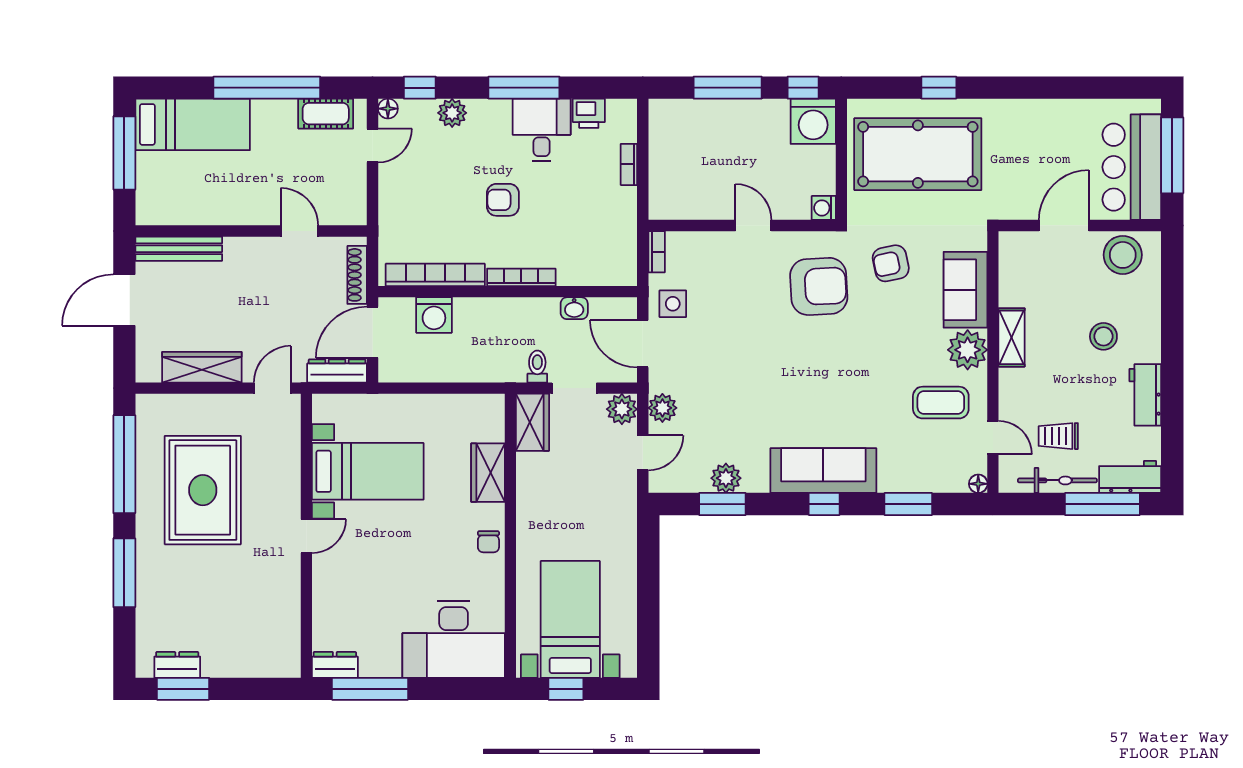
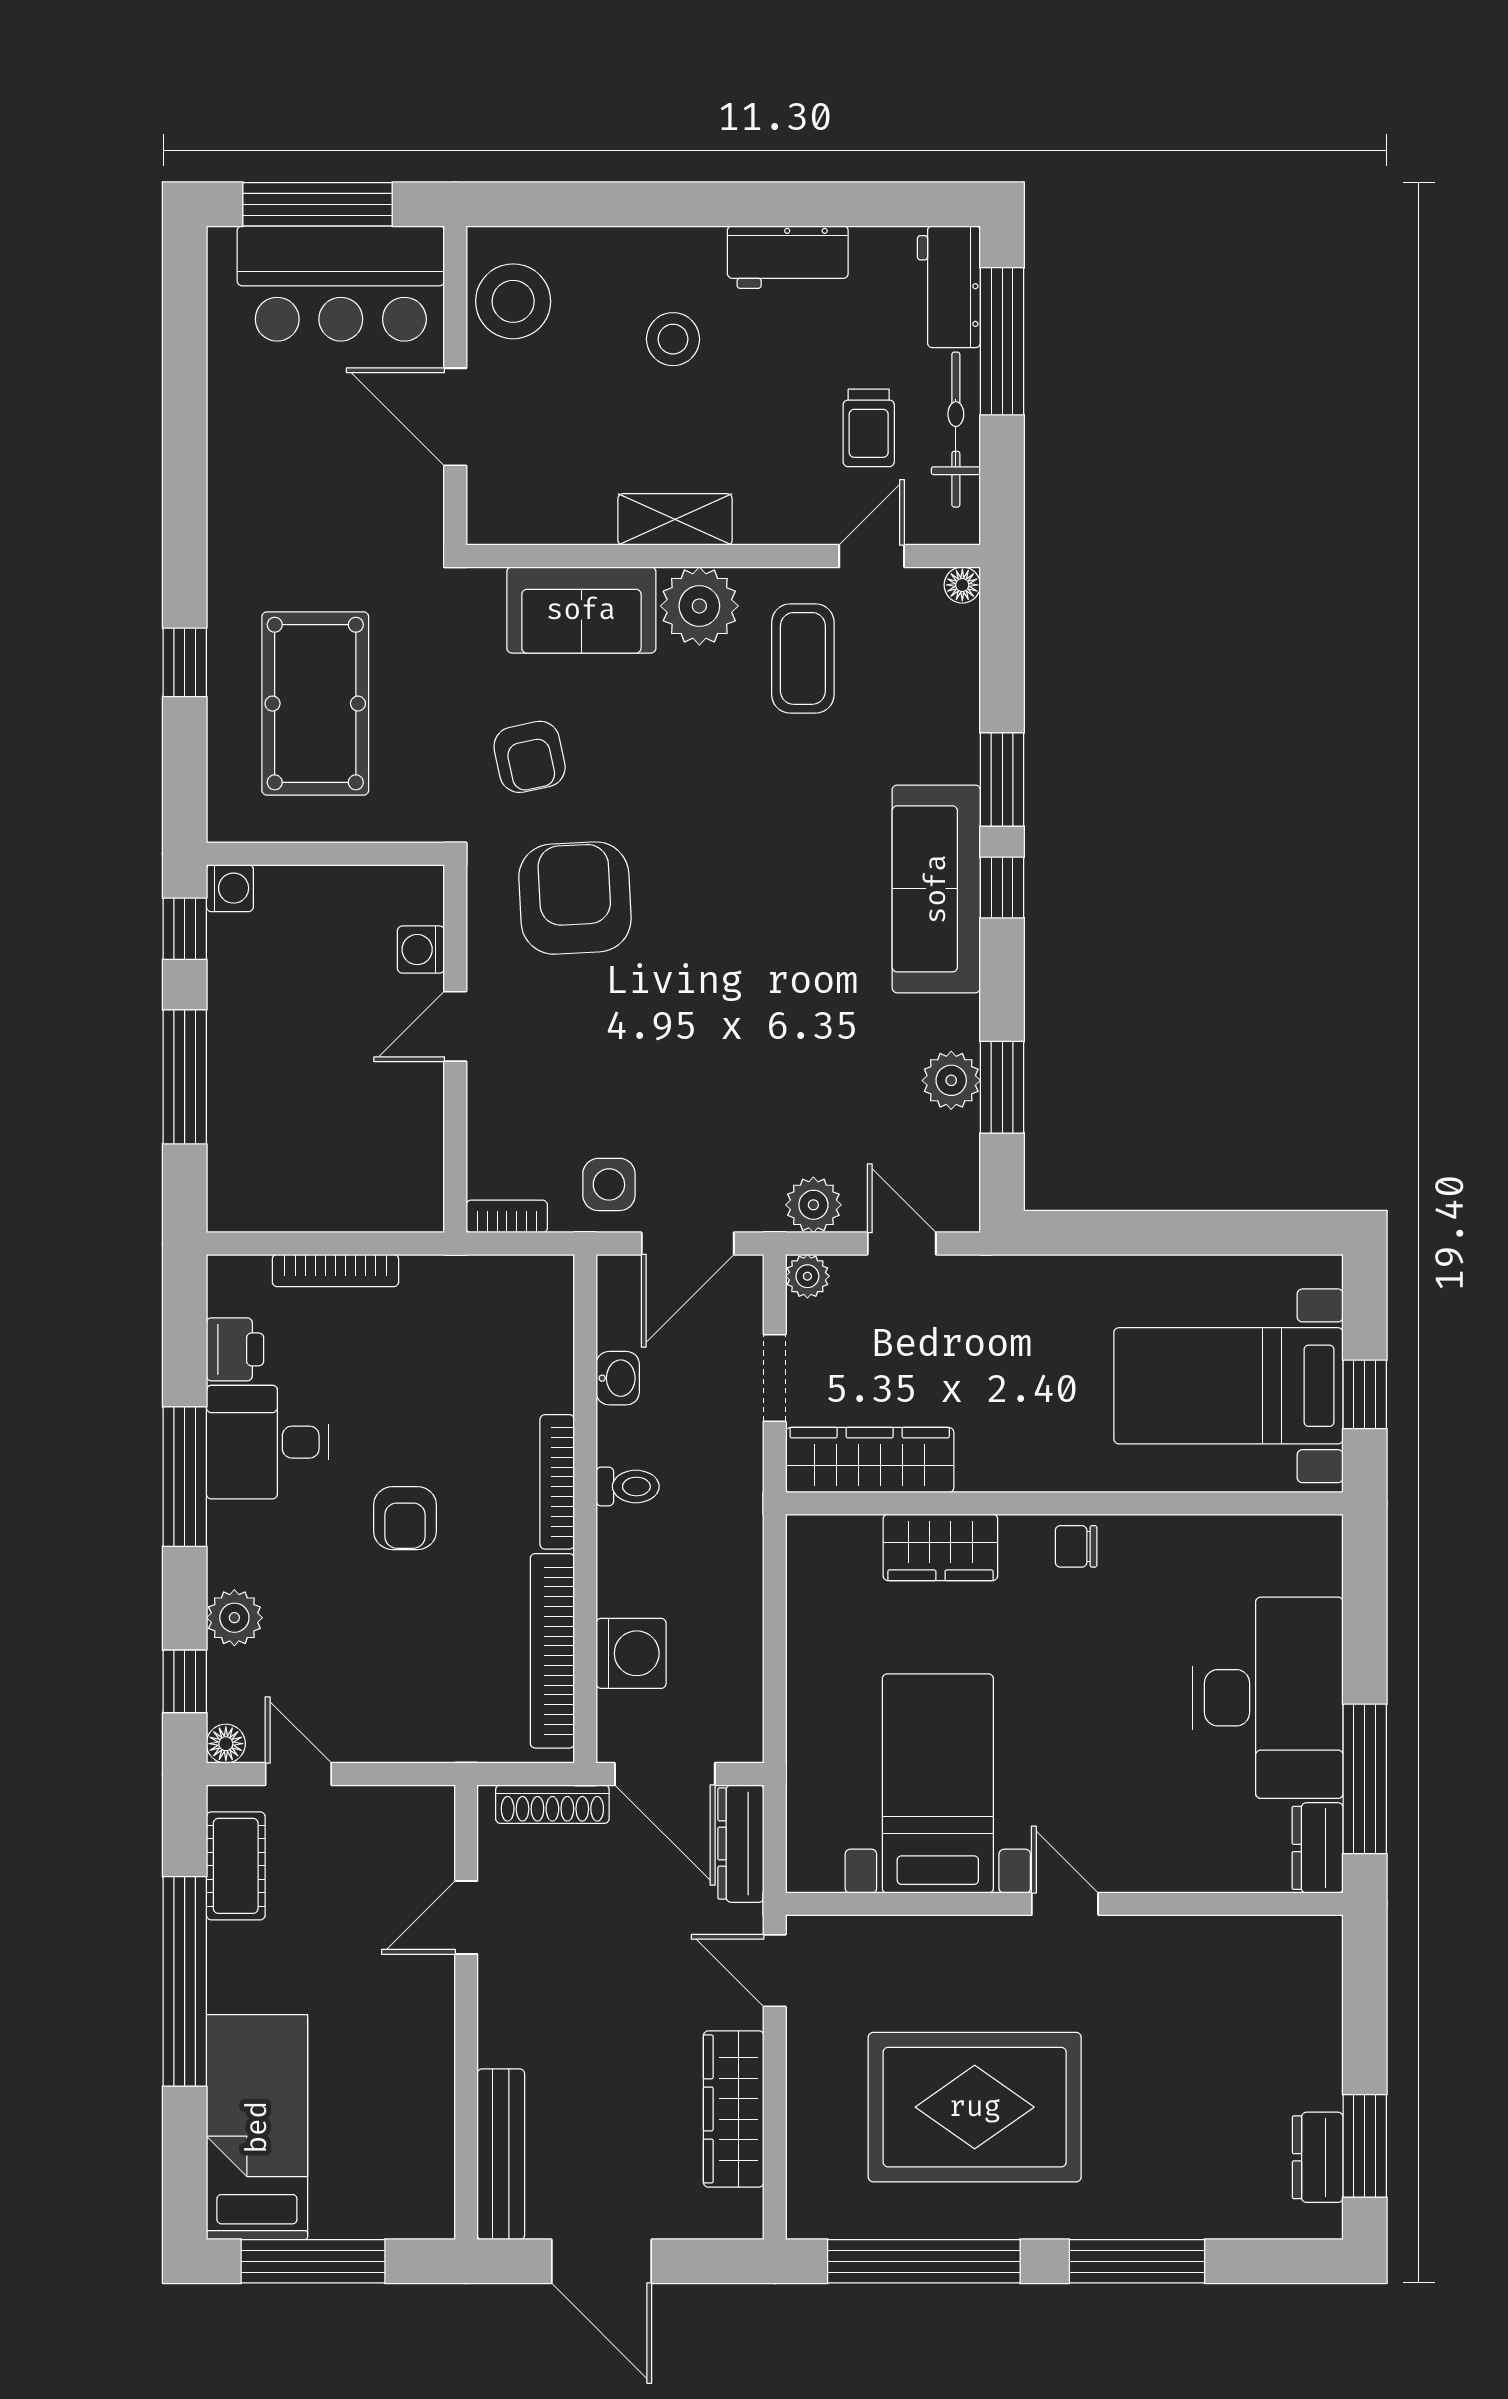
washing machine: (813, 121) -> (230, 888), width x0.53, depth x0.53
pool table: (918, 154) -> (315, 704), width x0.73, depth x0.76
bookcase: (629, 164) -> (335, 1271), width x1.56
washing machine: (824, 208) -> (421, 950), moved, turned 90
toilet: (537, 367) -> (628, 1486), moved, turned 180
plant: (622, 409) -> (807, 1276), width x0.73, depth x0.73
wardrobe: (532, 422) -> (870, 1460), width x1.50
window: (908, 504) -> (1002, 779), moved
chair: (488, 542) -> (1076, 1546), turned 180
desk: (454, 639) -> (1268, 1698), moved

